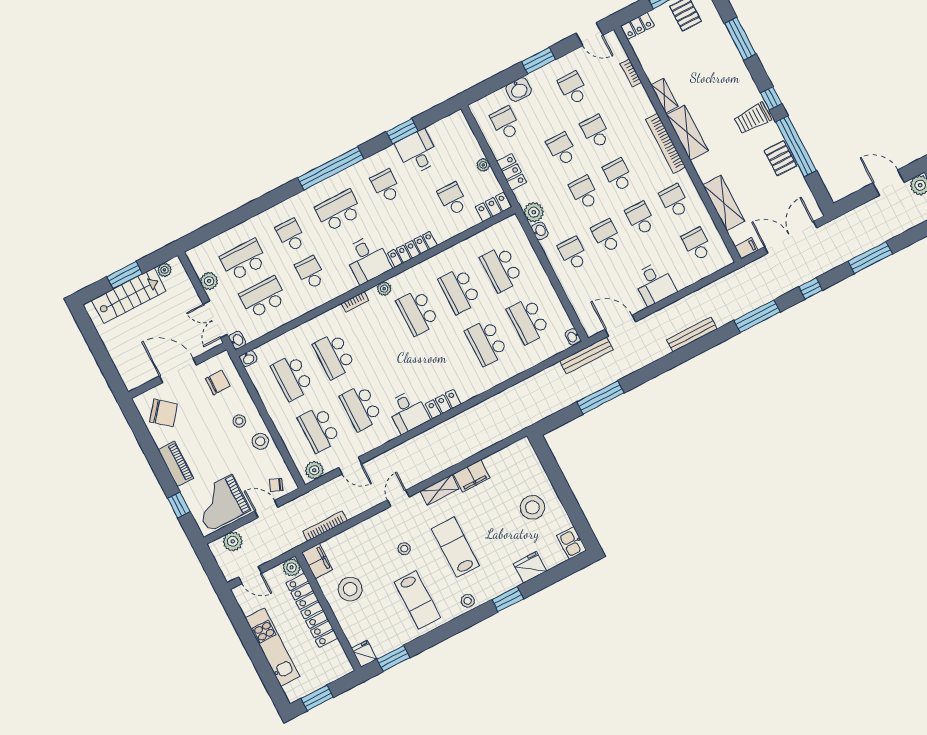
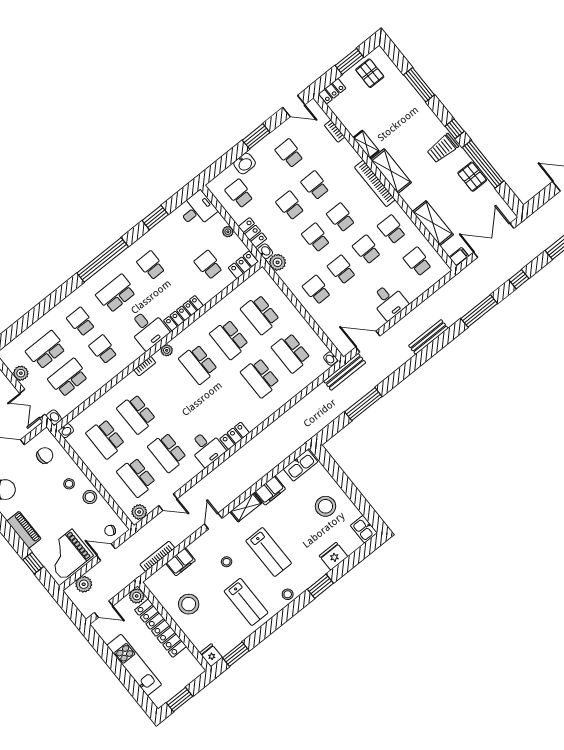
desk: (417, 152) -> (197, 210), moved, turned 90
washbasin: (540, 231) -> (265, 251), moved
kitchen sink: (513, 454) -> (301, 465), added
lab bench: (455, 547) -> (269, 552), turned 180
filing cabinet: (317, 561) -> (181, 562), moved, turned 90

